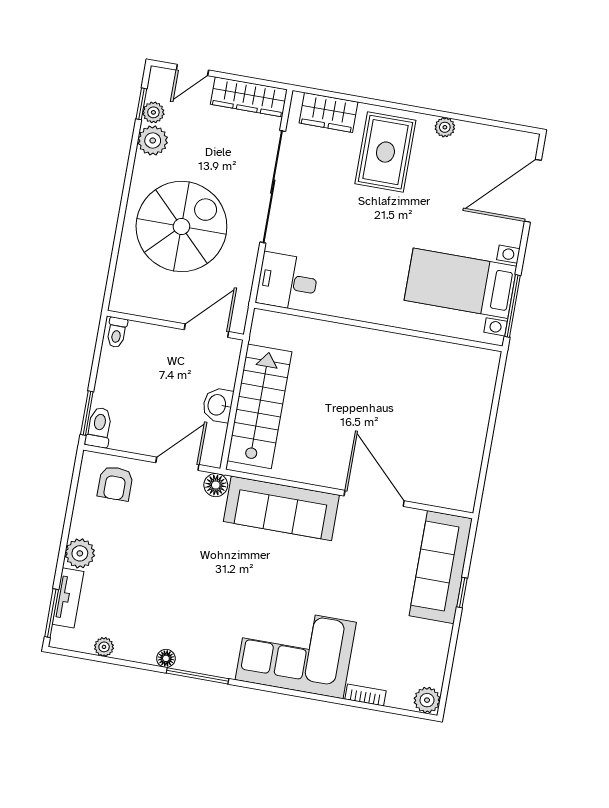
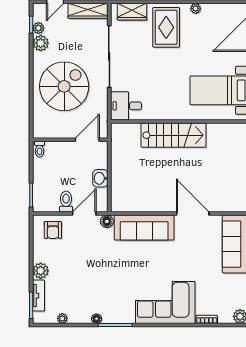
stairs: (259, 406) -> (174, 135), moved, turned 90
toilet: (99, 427) -> (66, 202), moved

